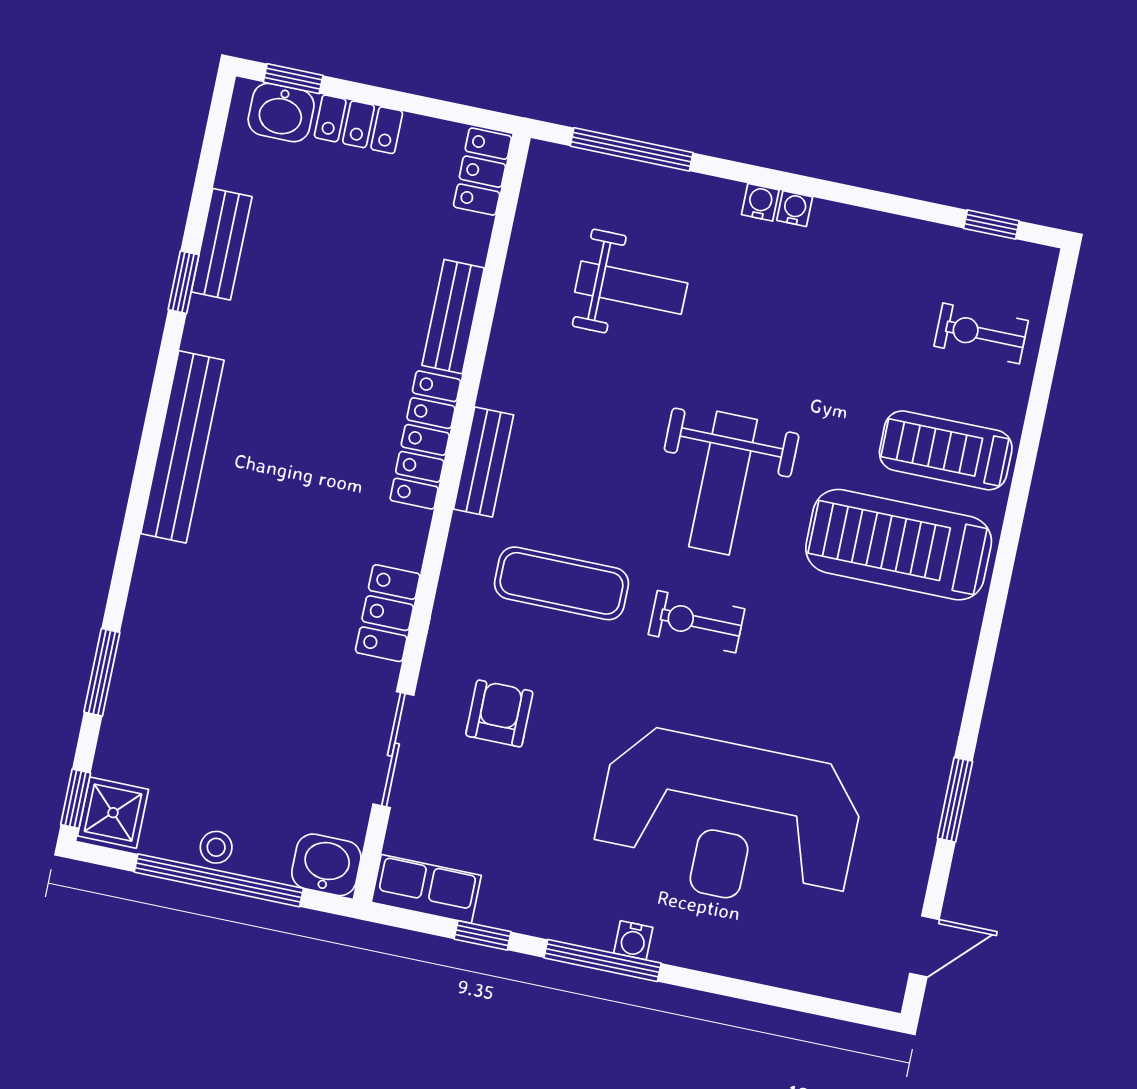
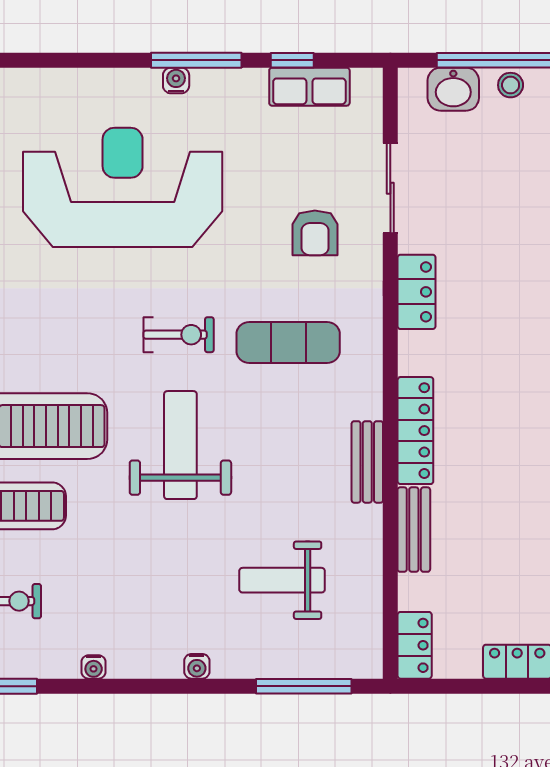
water cooler: (795, 209) -> (94, 667), moved
bench: (484, 462) -> (367, 462), moved
washbasin: (326, 865) -> (453, 89), moved
row of seats: (426, 889) -> (309, 87), moved

